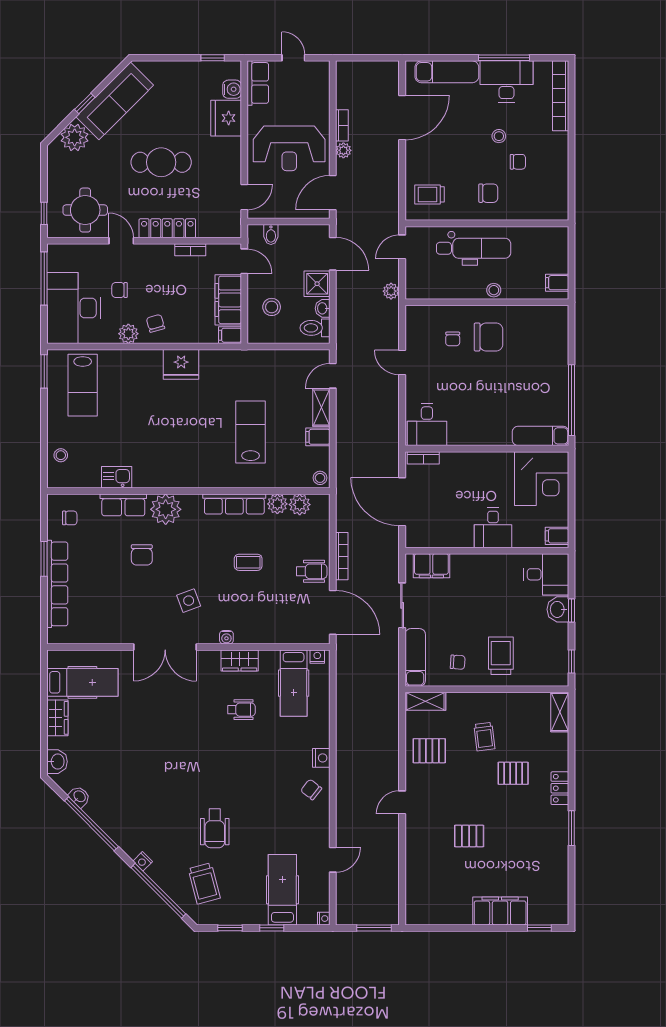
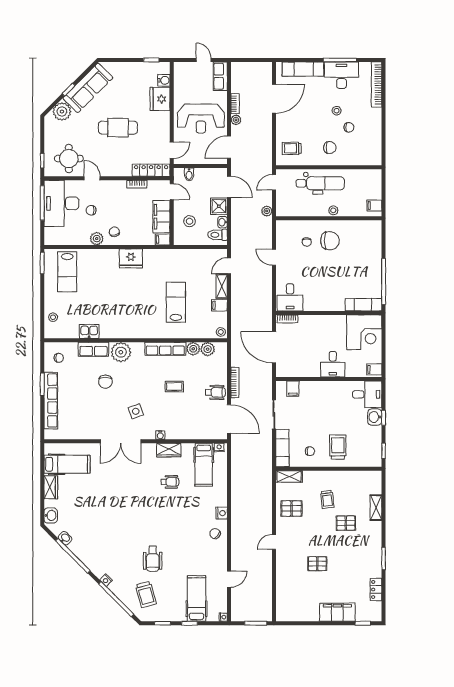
row of seats: (258, 83) -> (220, 76), moved, turned 180
locker: (167, 228) -> (151, 170), moved
desk: (74, 308) -> (61, 203), moved
filing cabinet: (431, 566) -> (293, 389), width x0.50
shelving: (560, 712) -> (376, 508), moved
locker: (560, 788) -> (376, 589), moved

